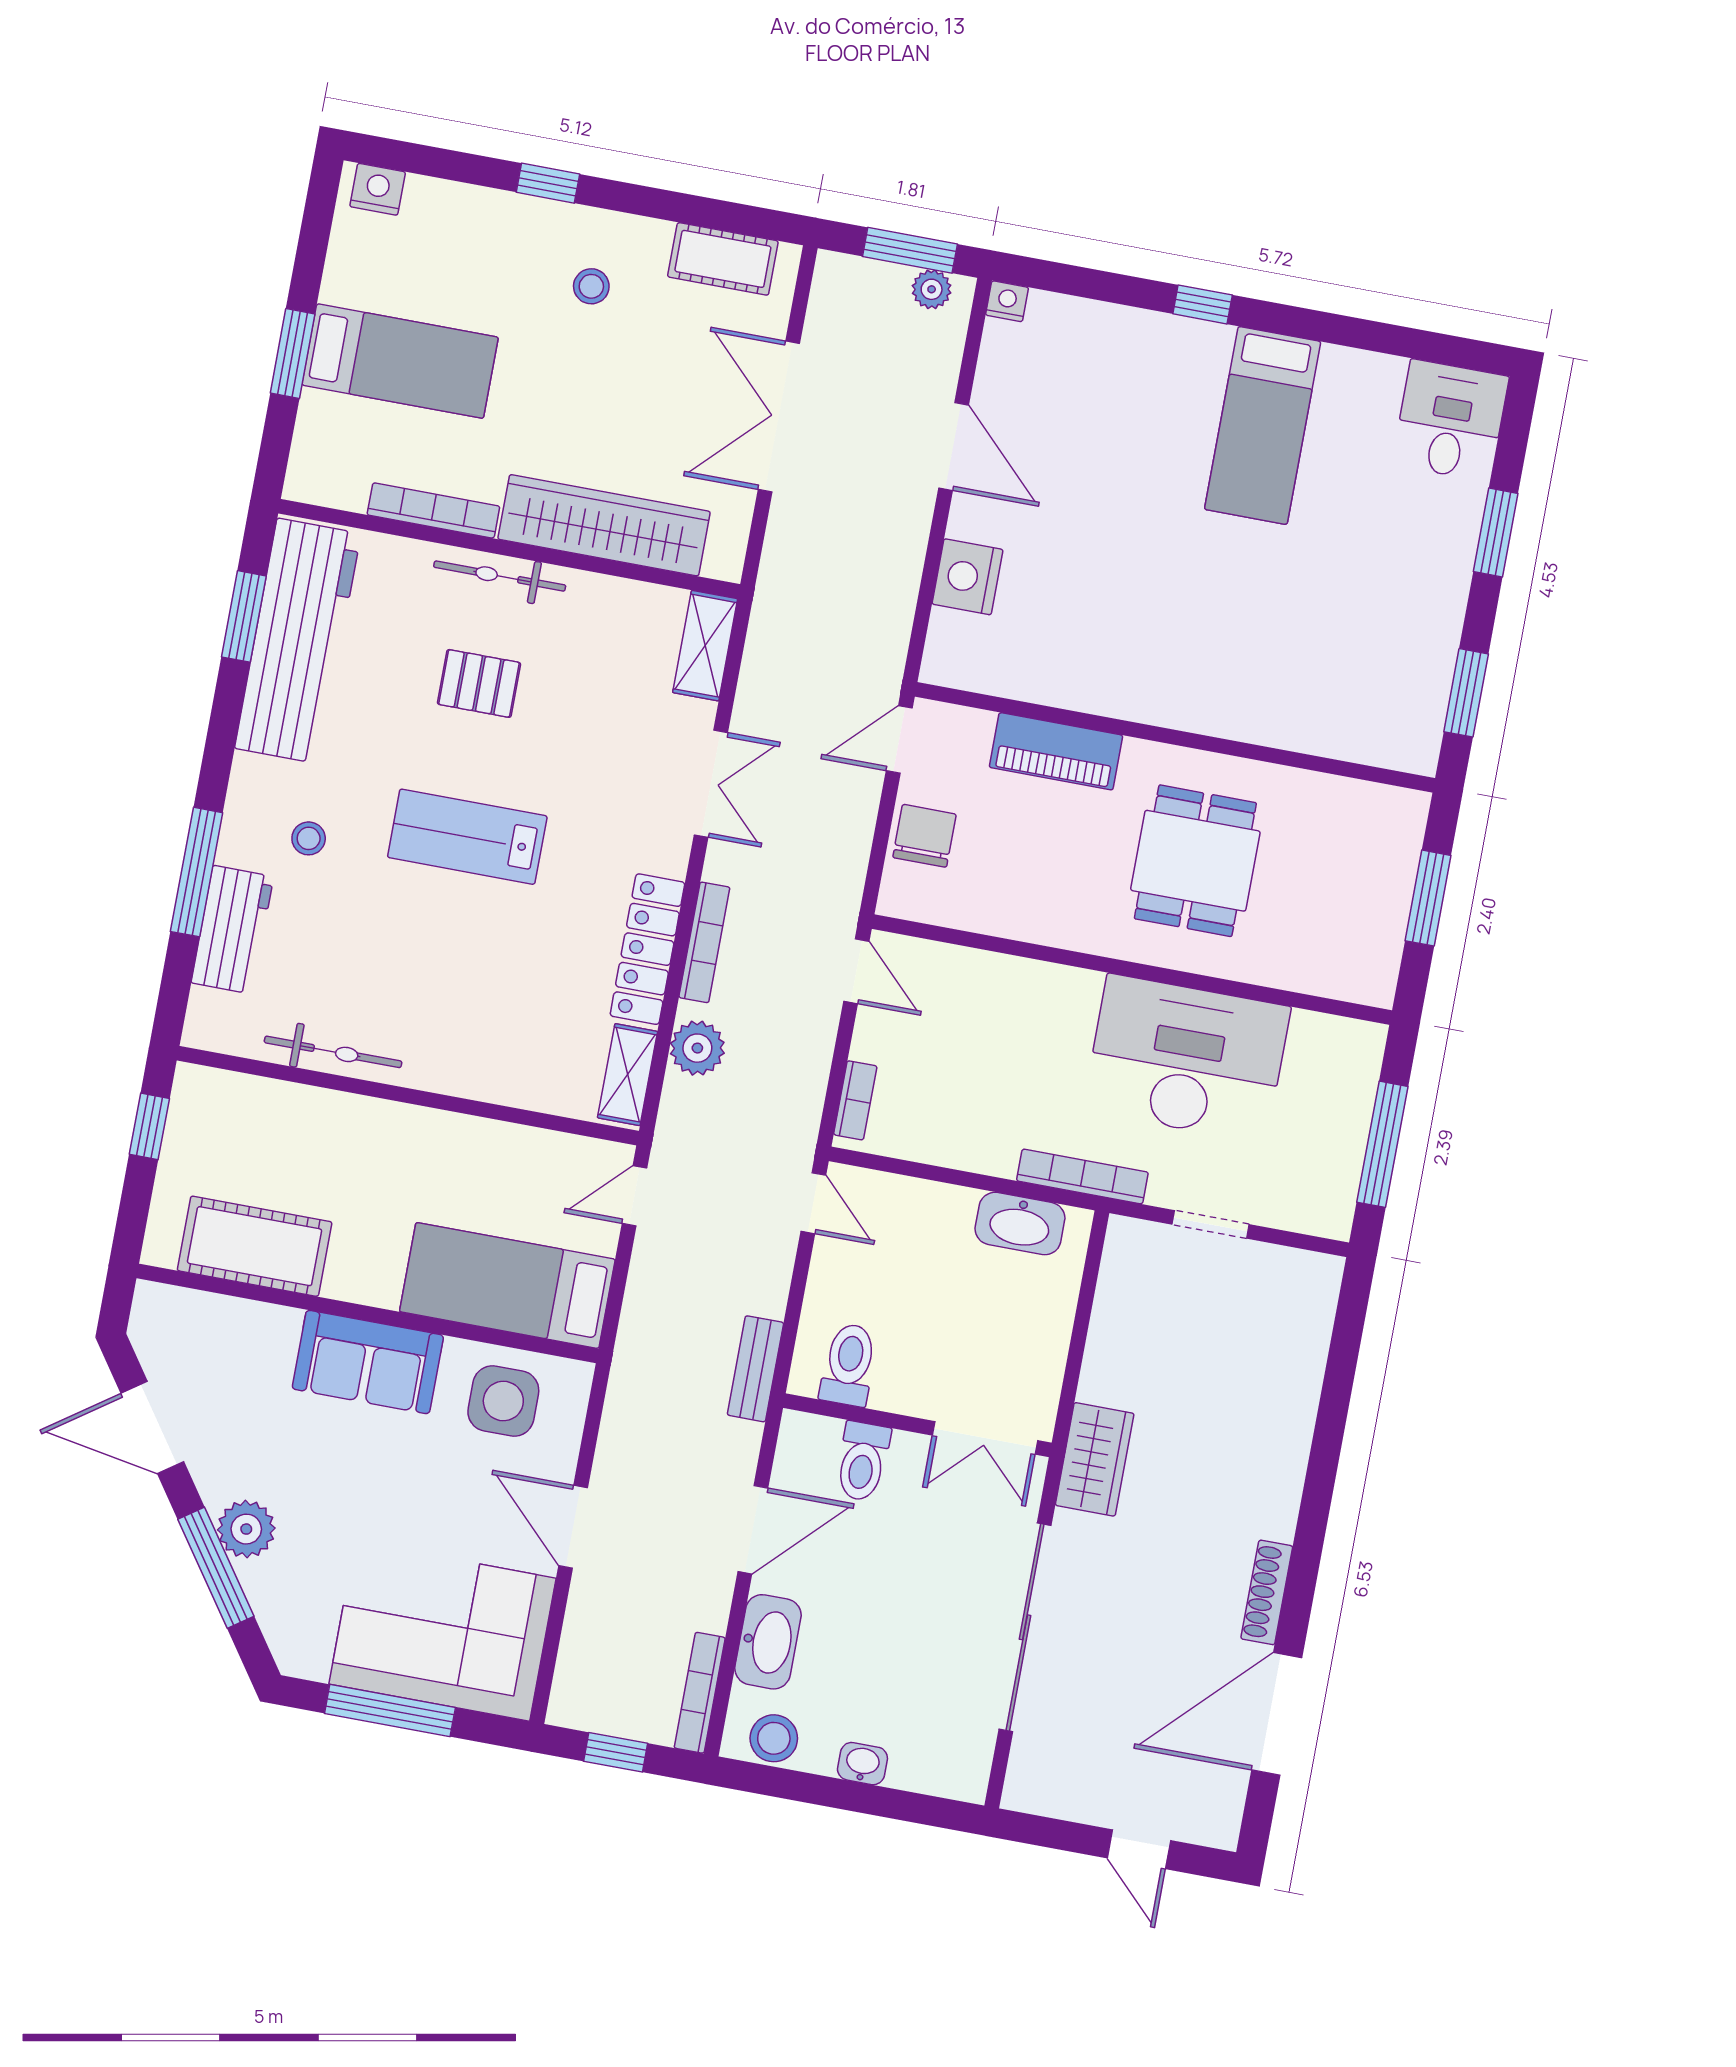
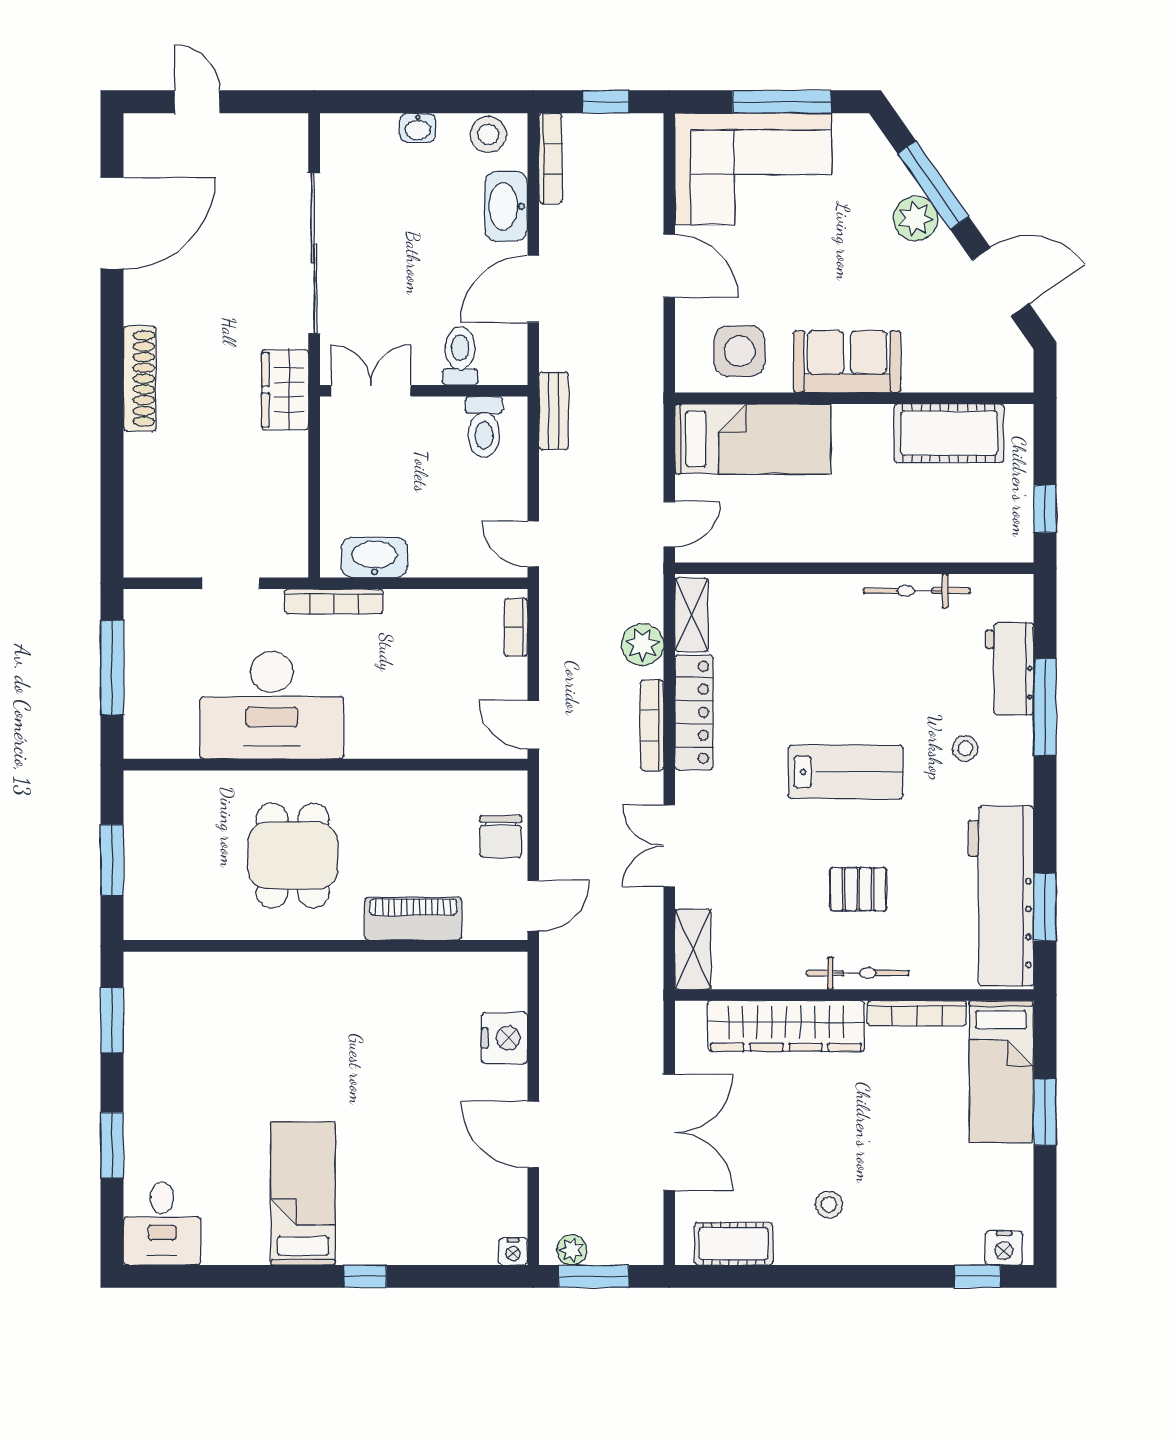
window: (548, 183) -> (978, 1276), moved
bed: (400, 361) -> (1001, 1071), moved, turned -90
shoe rack: (1267, 1592) -> (140, 379), moved, width x1.36, depth x1.24

